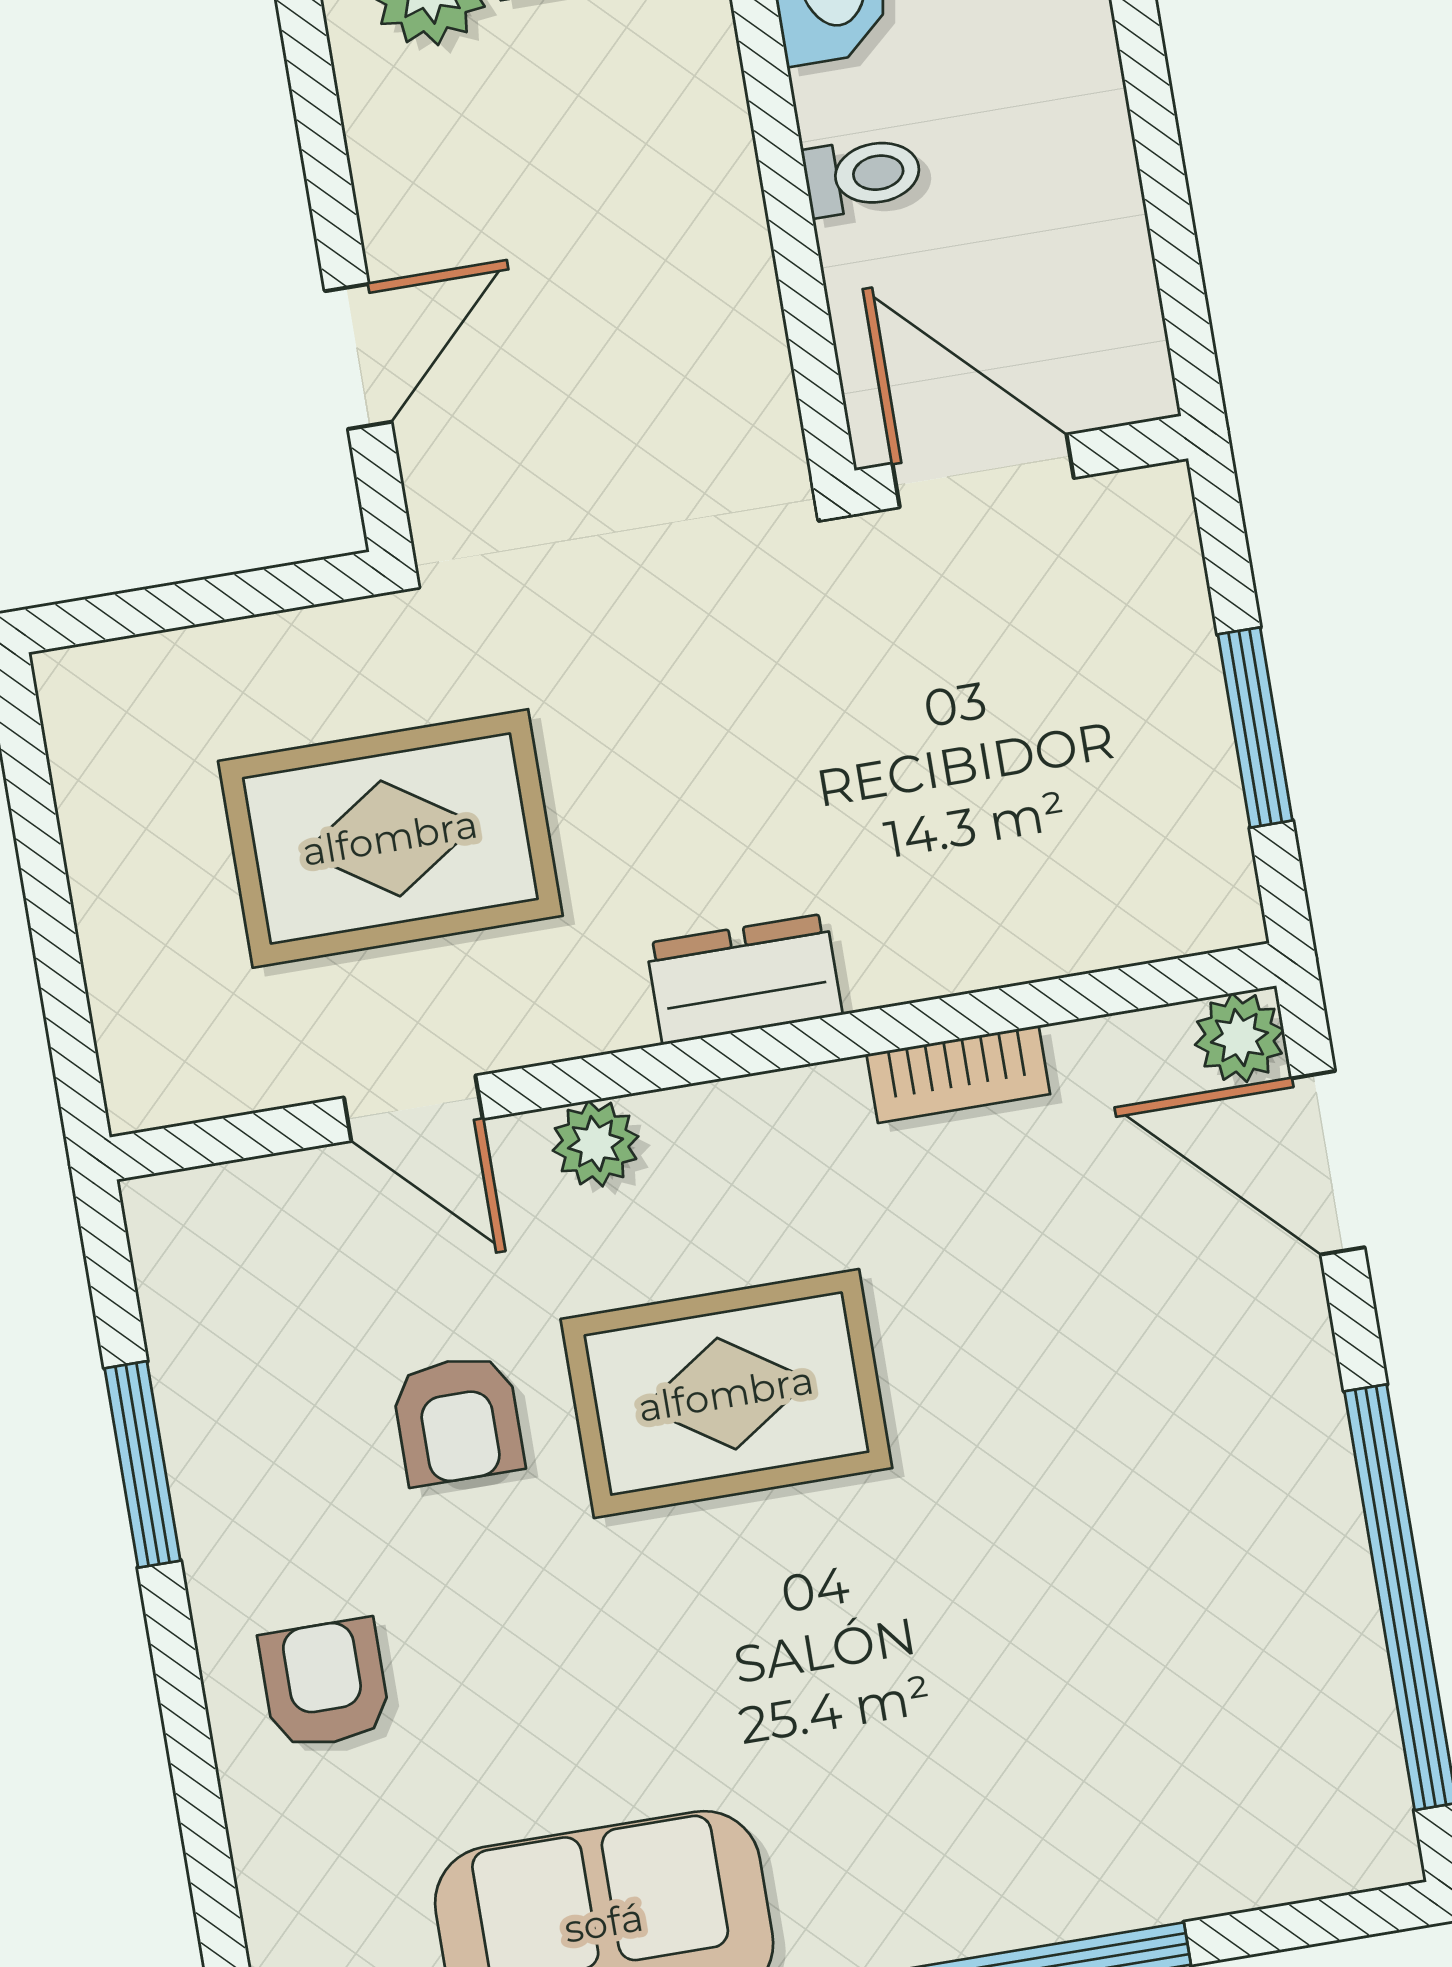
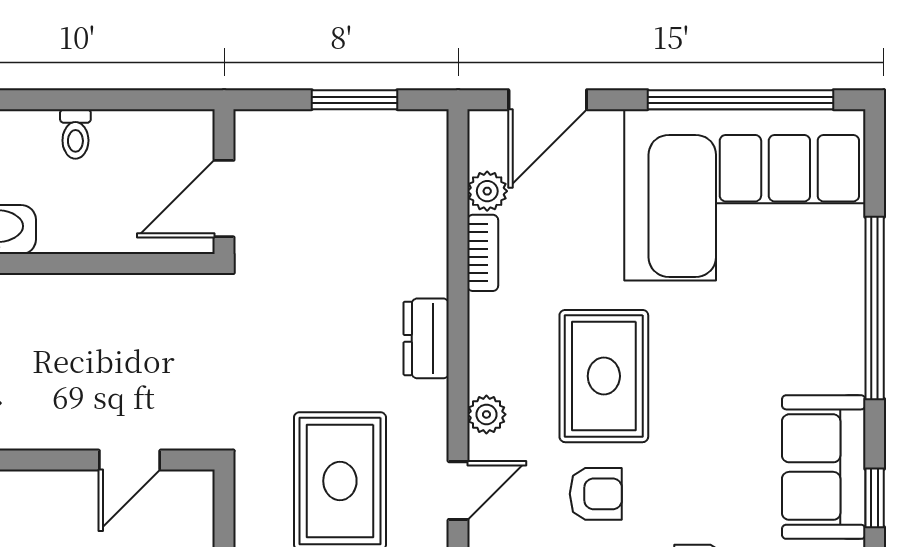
toilet: (863, 175) -> (75, 134), moved, turned 180
door: (358, 356) -> (130, 460), swing flipped
plant: (1239, 1038) -> (487, 191), moved
corner sofa: (1188, 1643) -> (745, 195), added

